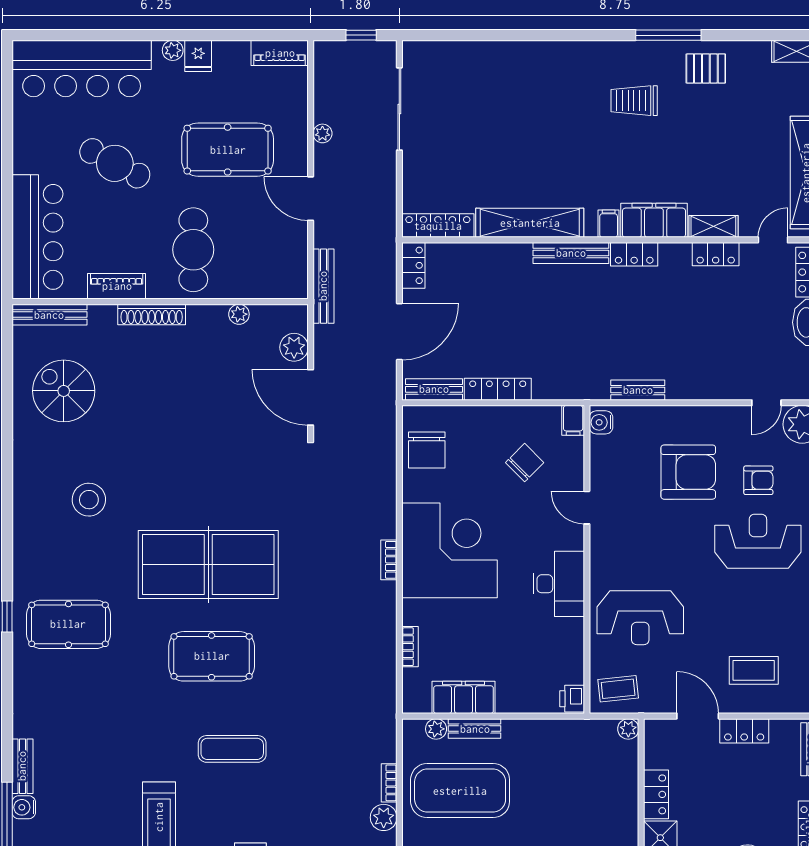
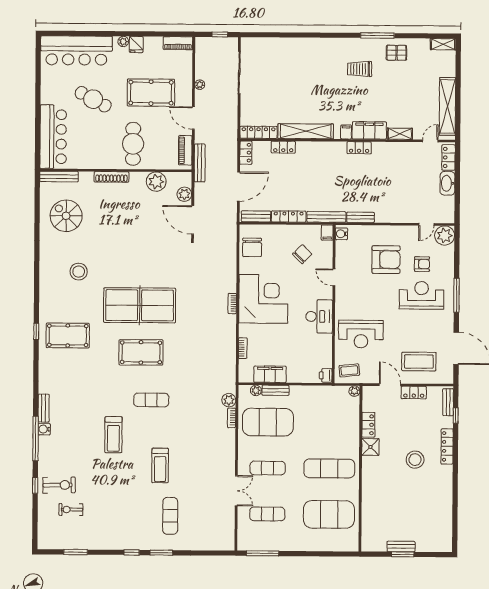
bench: (571, 253) -> (326, 217), moved
locker: (716, 254) -> (283, 147), moved
piano: (117, 286) -> (185, 150), moved, turned -90
plant: (239, 314) -> (156, 182), width x1.87, depth x1.87
coffee table: (754, 670) -> (419, 361), width x1.36, depth x1.32
plant: (384, 817) -> (229, 400), moved

